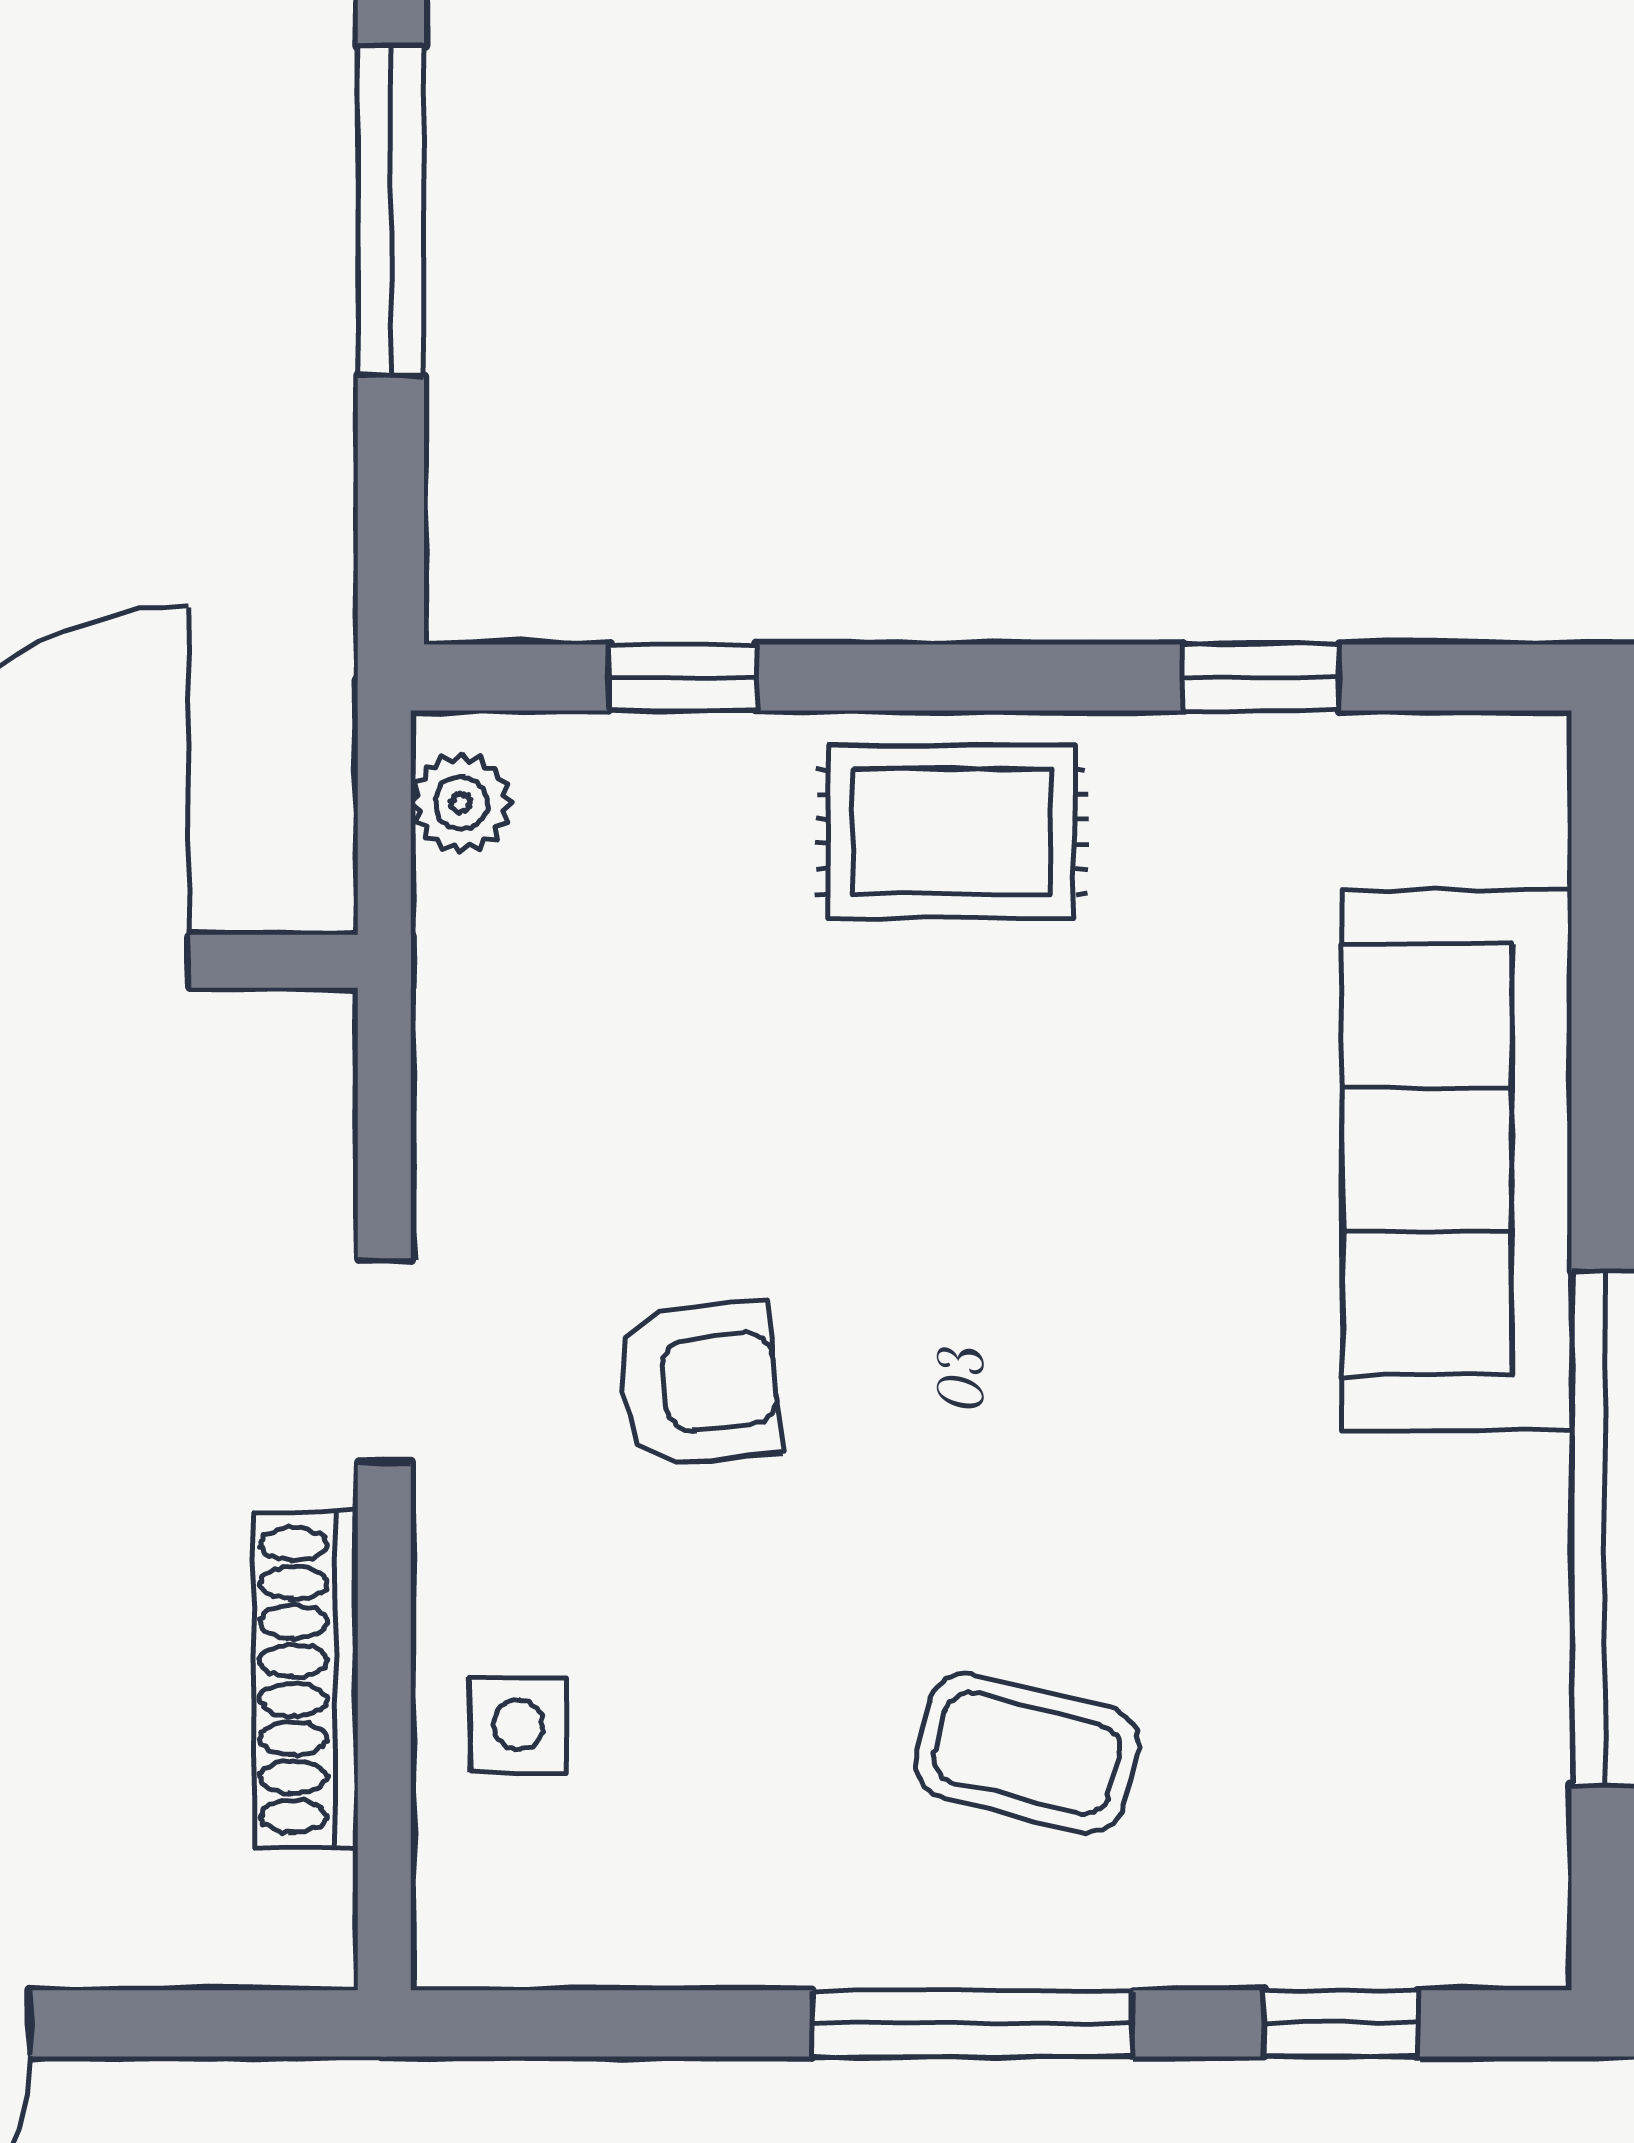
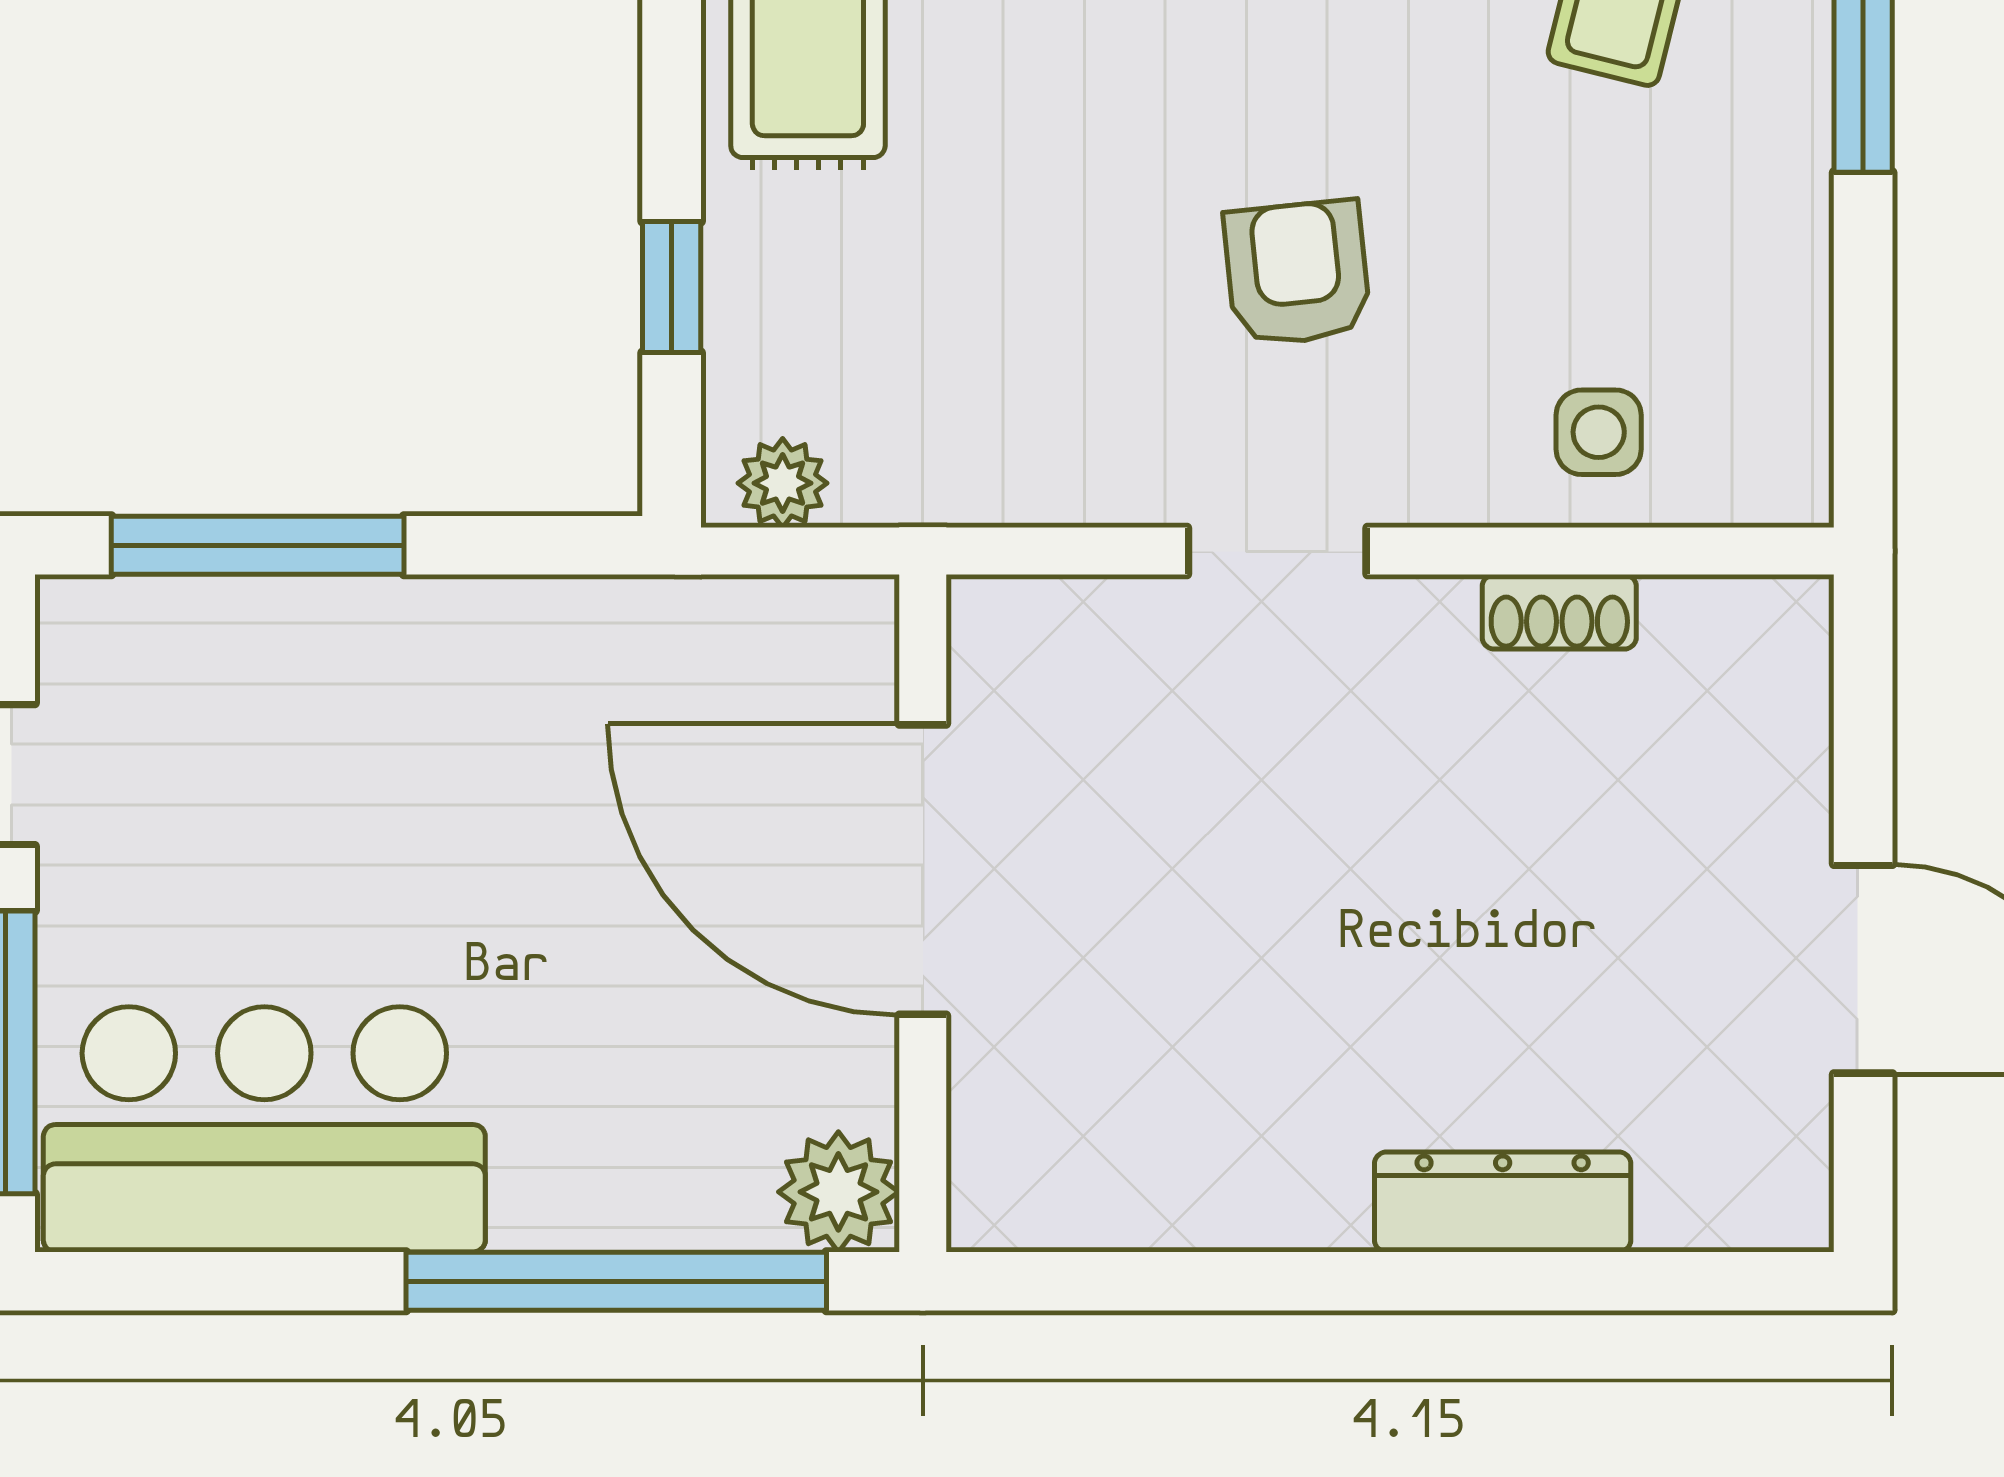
shoe rack: (306, 1680) -> (1559, 612), width x0.51, depth x0.81

